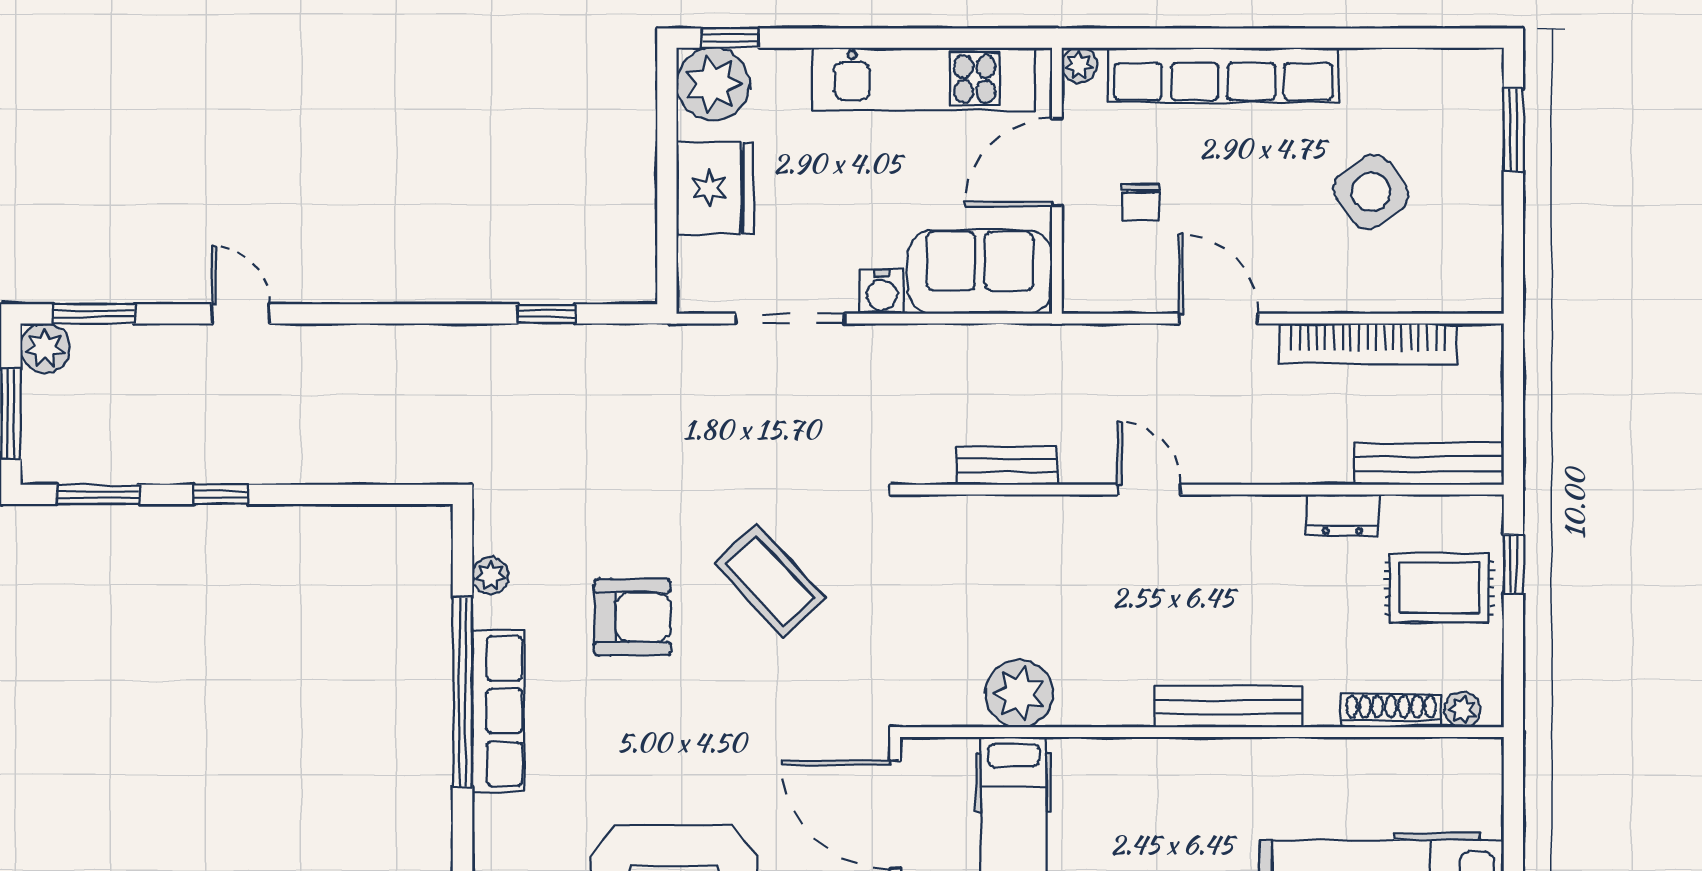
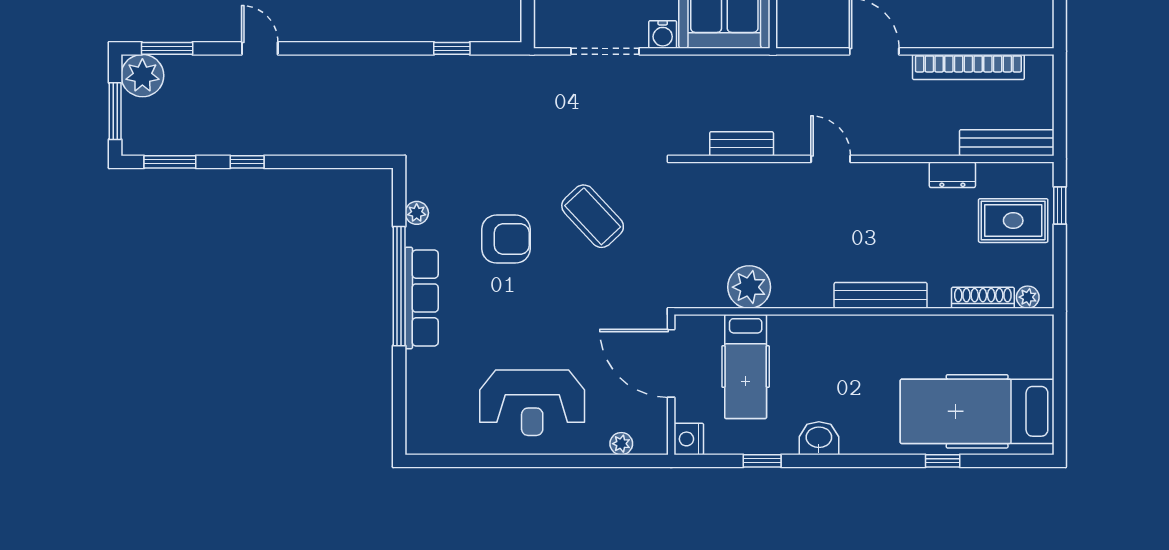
plant: (45, 348) -> (142, 76), width x1.36, depth x1.36

